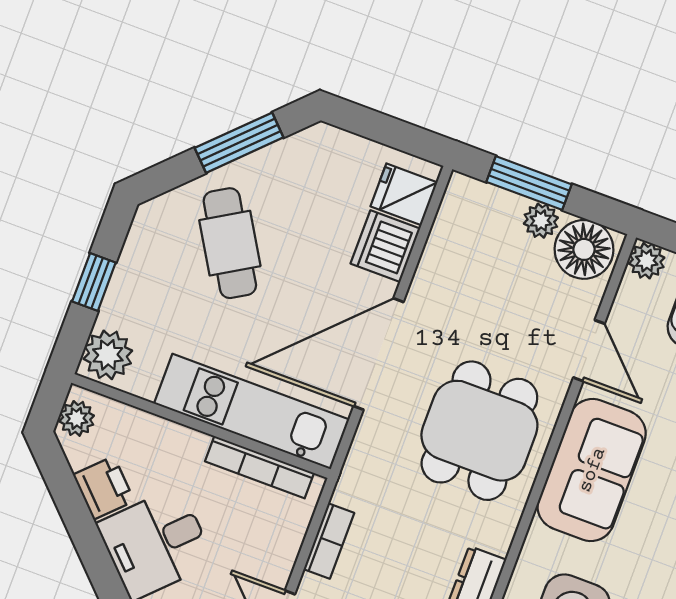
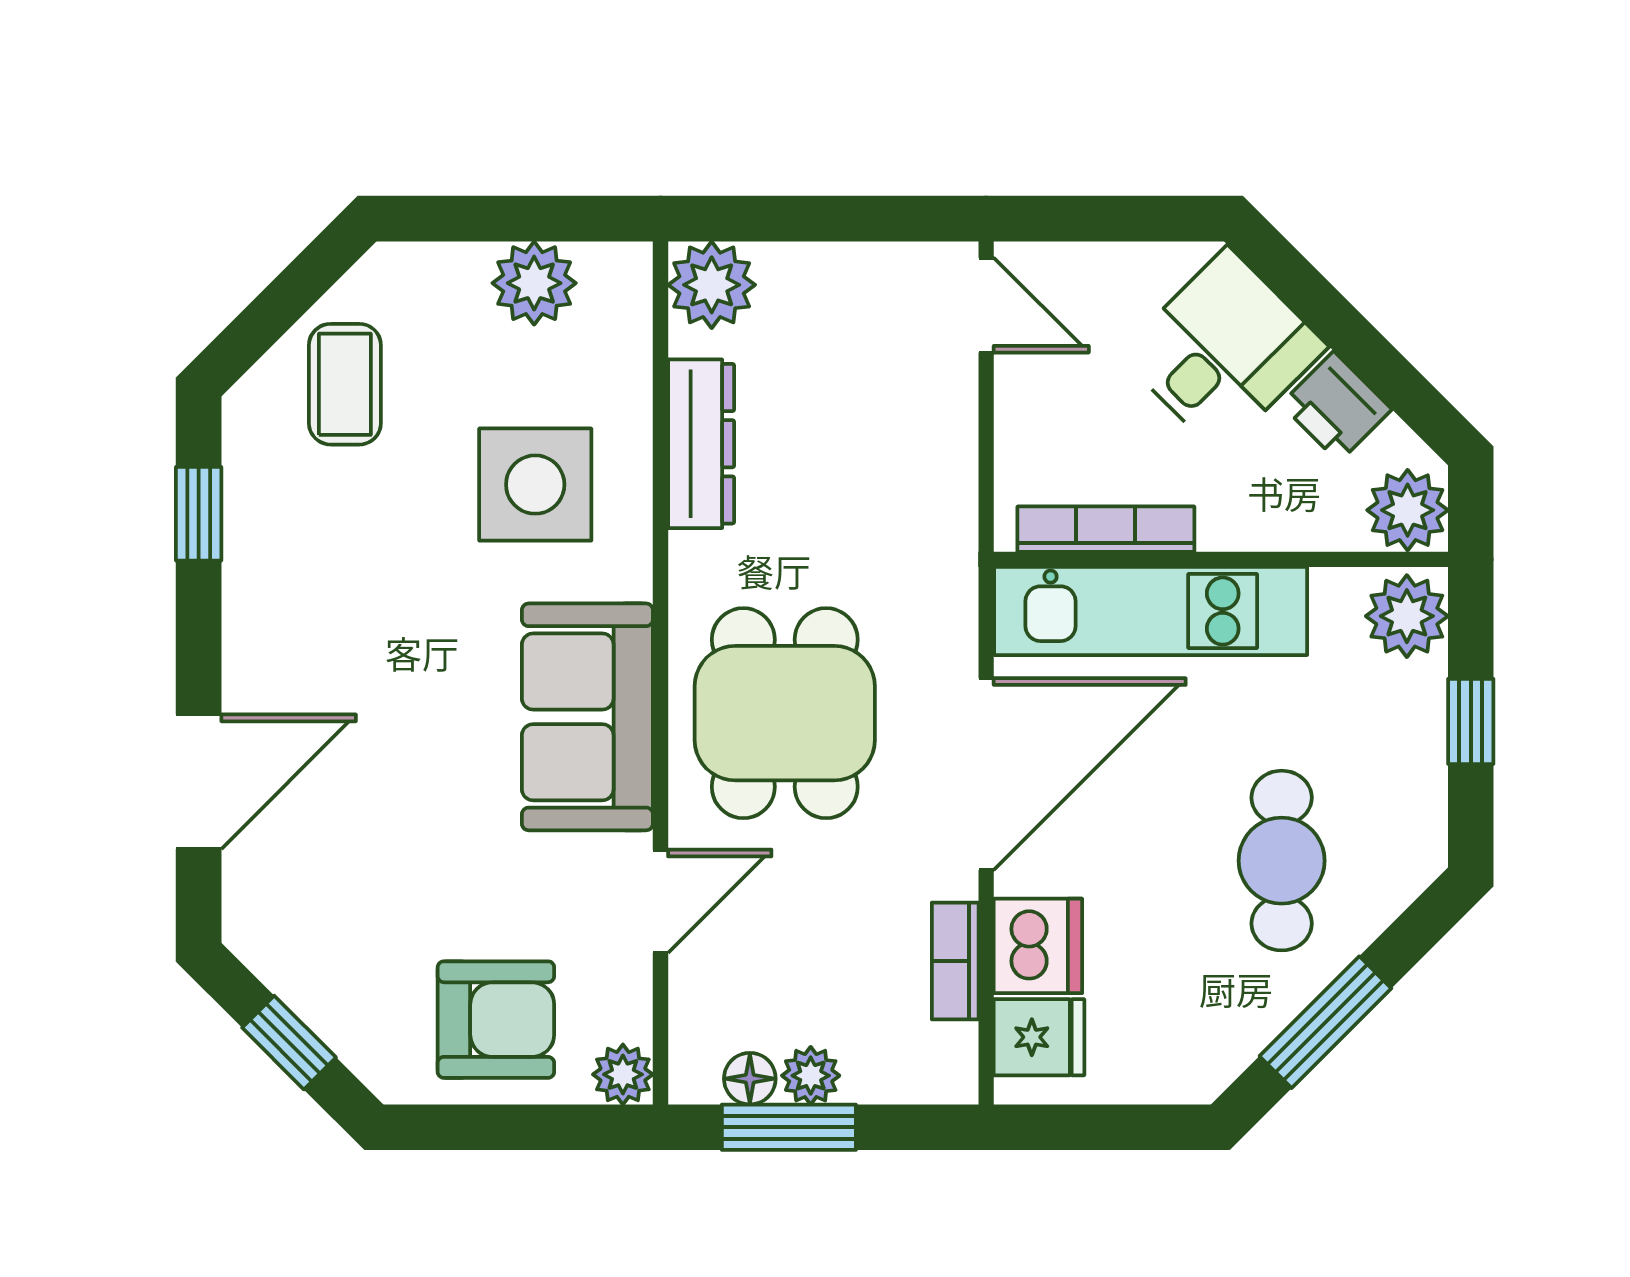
window: (529, 183) -> (789, 1127), moved
cafe table: (230, 243) -> (1282, 861), turned 31
floor lamp: (584, 249) -> (750, 1079), width x0.53, depth x0.53
door: (589, 351) -> (661, 901), swing flipped
plant: (77, 418) -> (1408, 510), width x1.38, depth x1.38
bookcase: (329, 541) -> (955, 961), moved

